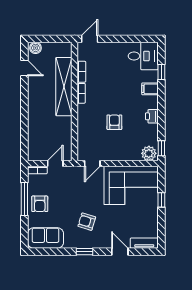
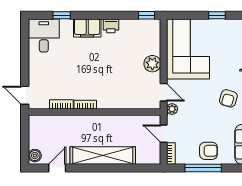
shelving: (64, 87) -> (103, 155), moved
filing cabinet: (150, 89) -> (87, 28), width x2.00
armchair: (114, 122) -> (118, 68), removed
plant: (149, 153) -> (152, 64), moved
plant: (77, 171) -> (172, 109), added
window: (161, 200) -> (217, 15), moved

